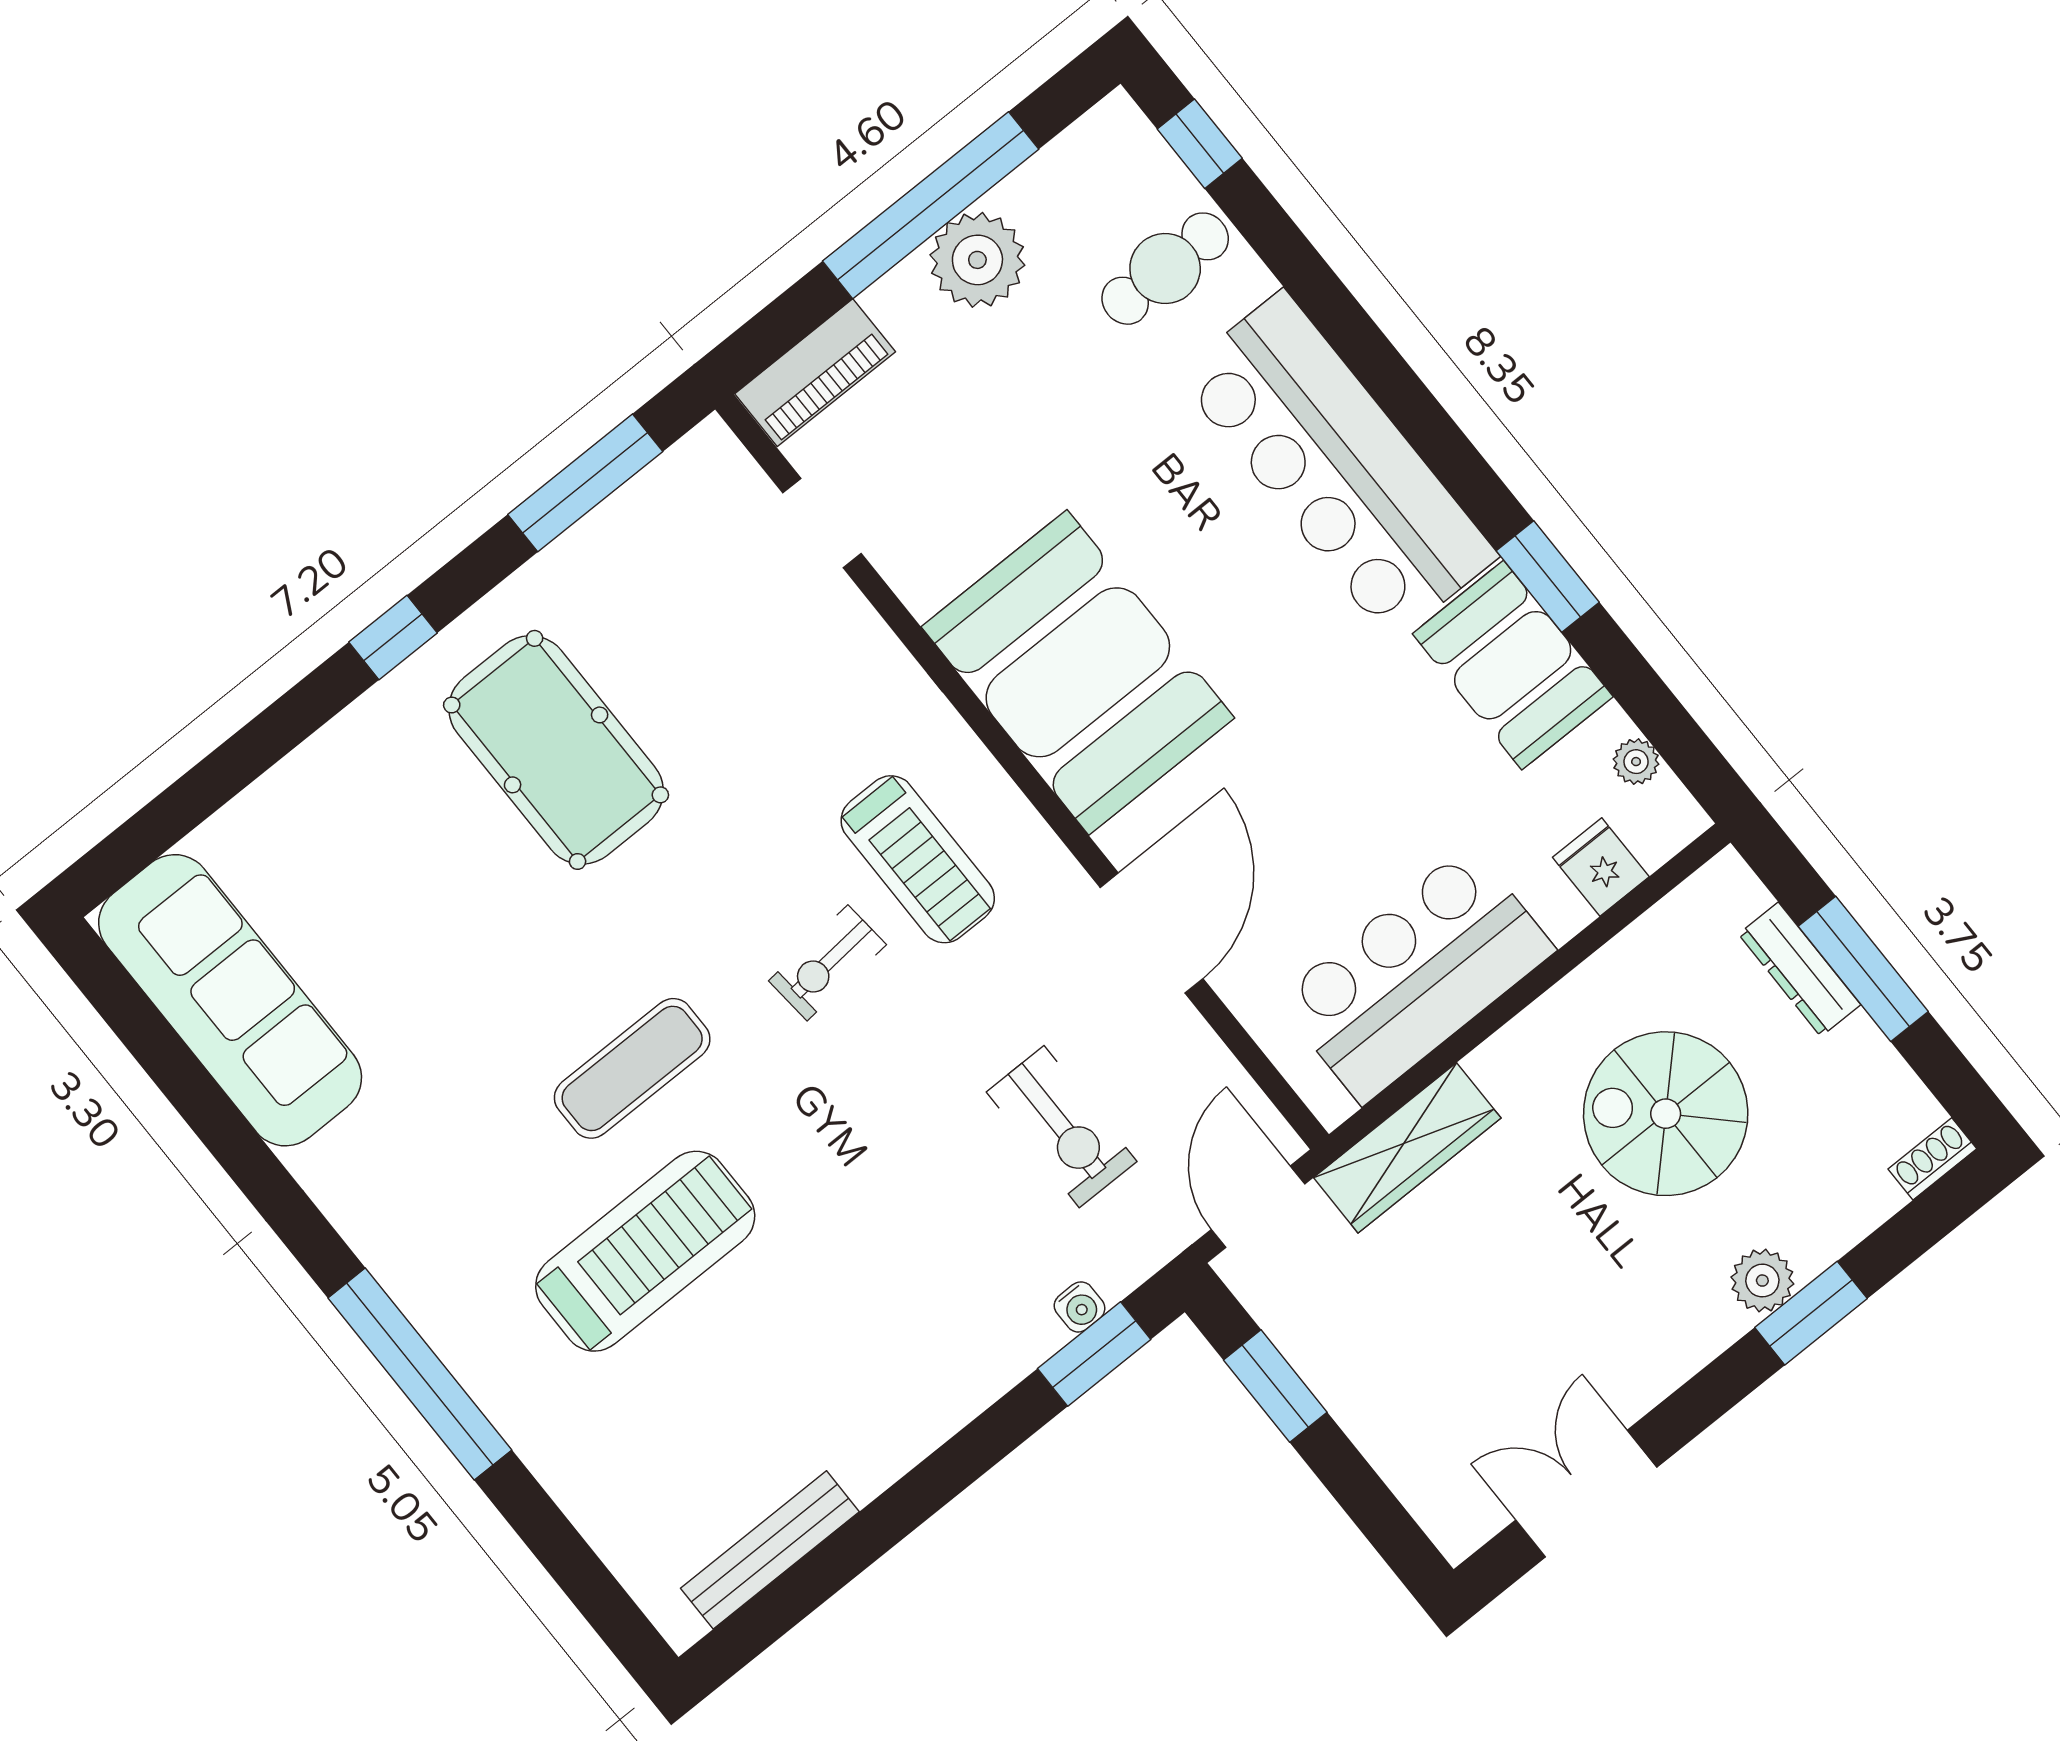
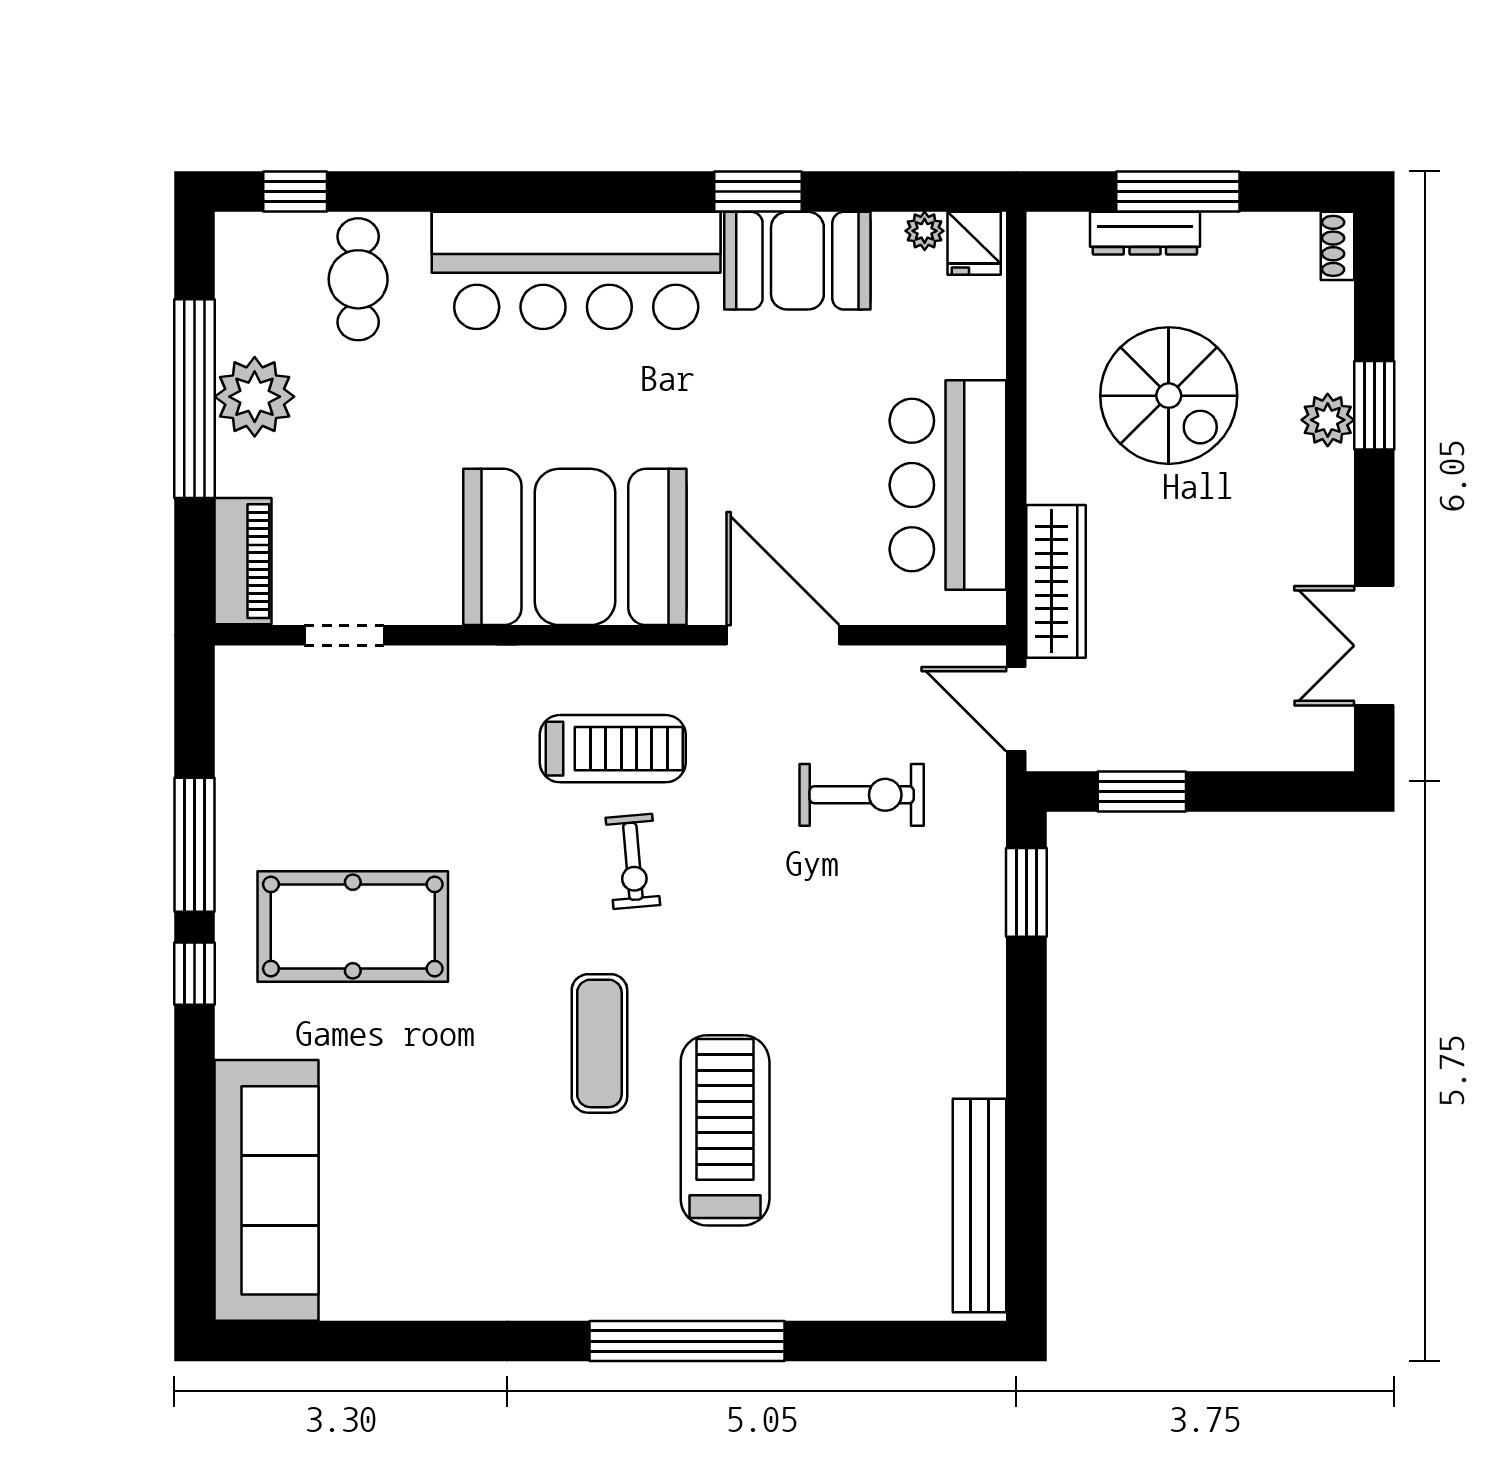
window: (585, 483) -> (195, 845), moved
fridge: (1601, 867) -> (974, 243), moved, turned -90
sofa: (230, 1000) -> (266, 1190), moved, turned 90
spiral stairs: (1666, 1114) -> (1169, 396), turned -90
water cooler: (1080, 1307) -> (988, 877), removed
bench: (770, 1550) -> (980, 1206), width x1.37, depth x1.21

